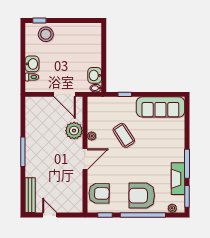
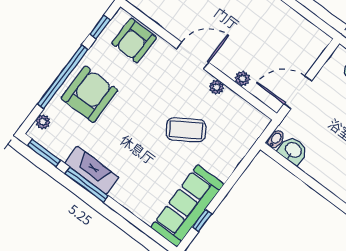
window: (125, 94) -> (202, 220), moved
plant: (74, 131) -> (242, 79), width x0.53, depth x0.53
door: (85, 159) -> (193, 56), swing flipped
fireplace: (178, 179) -> (92, 170), moved

